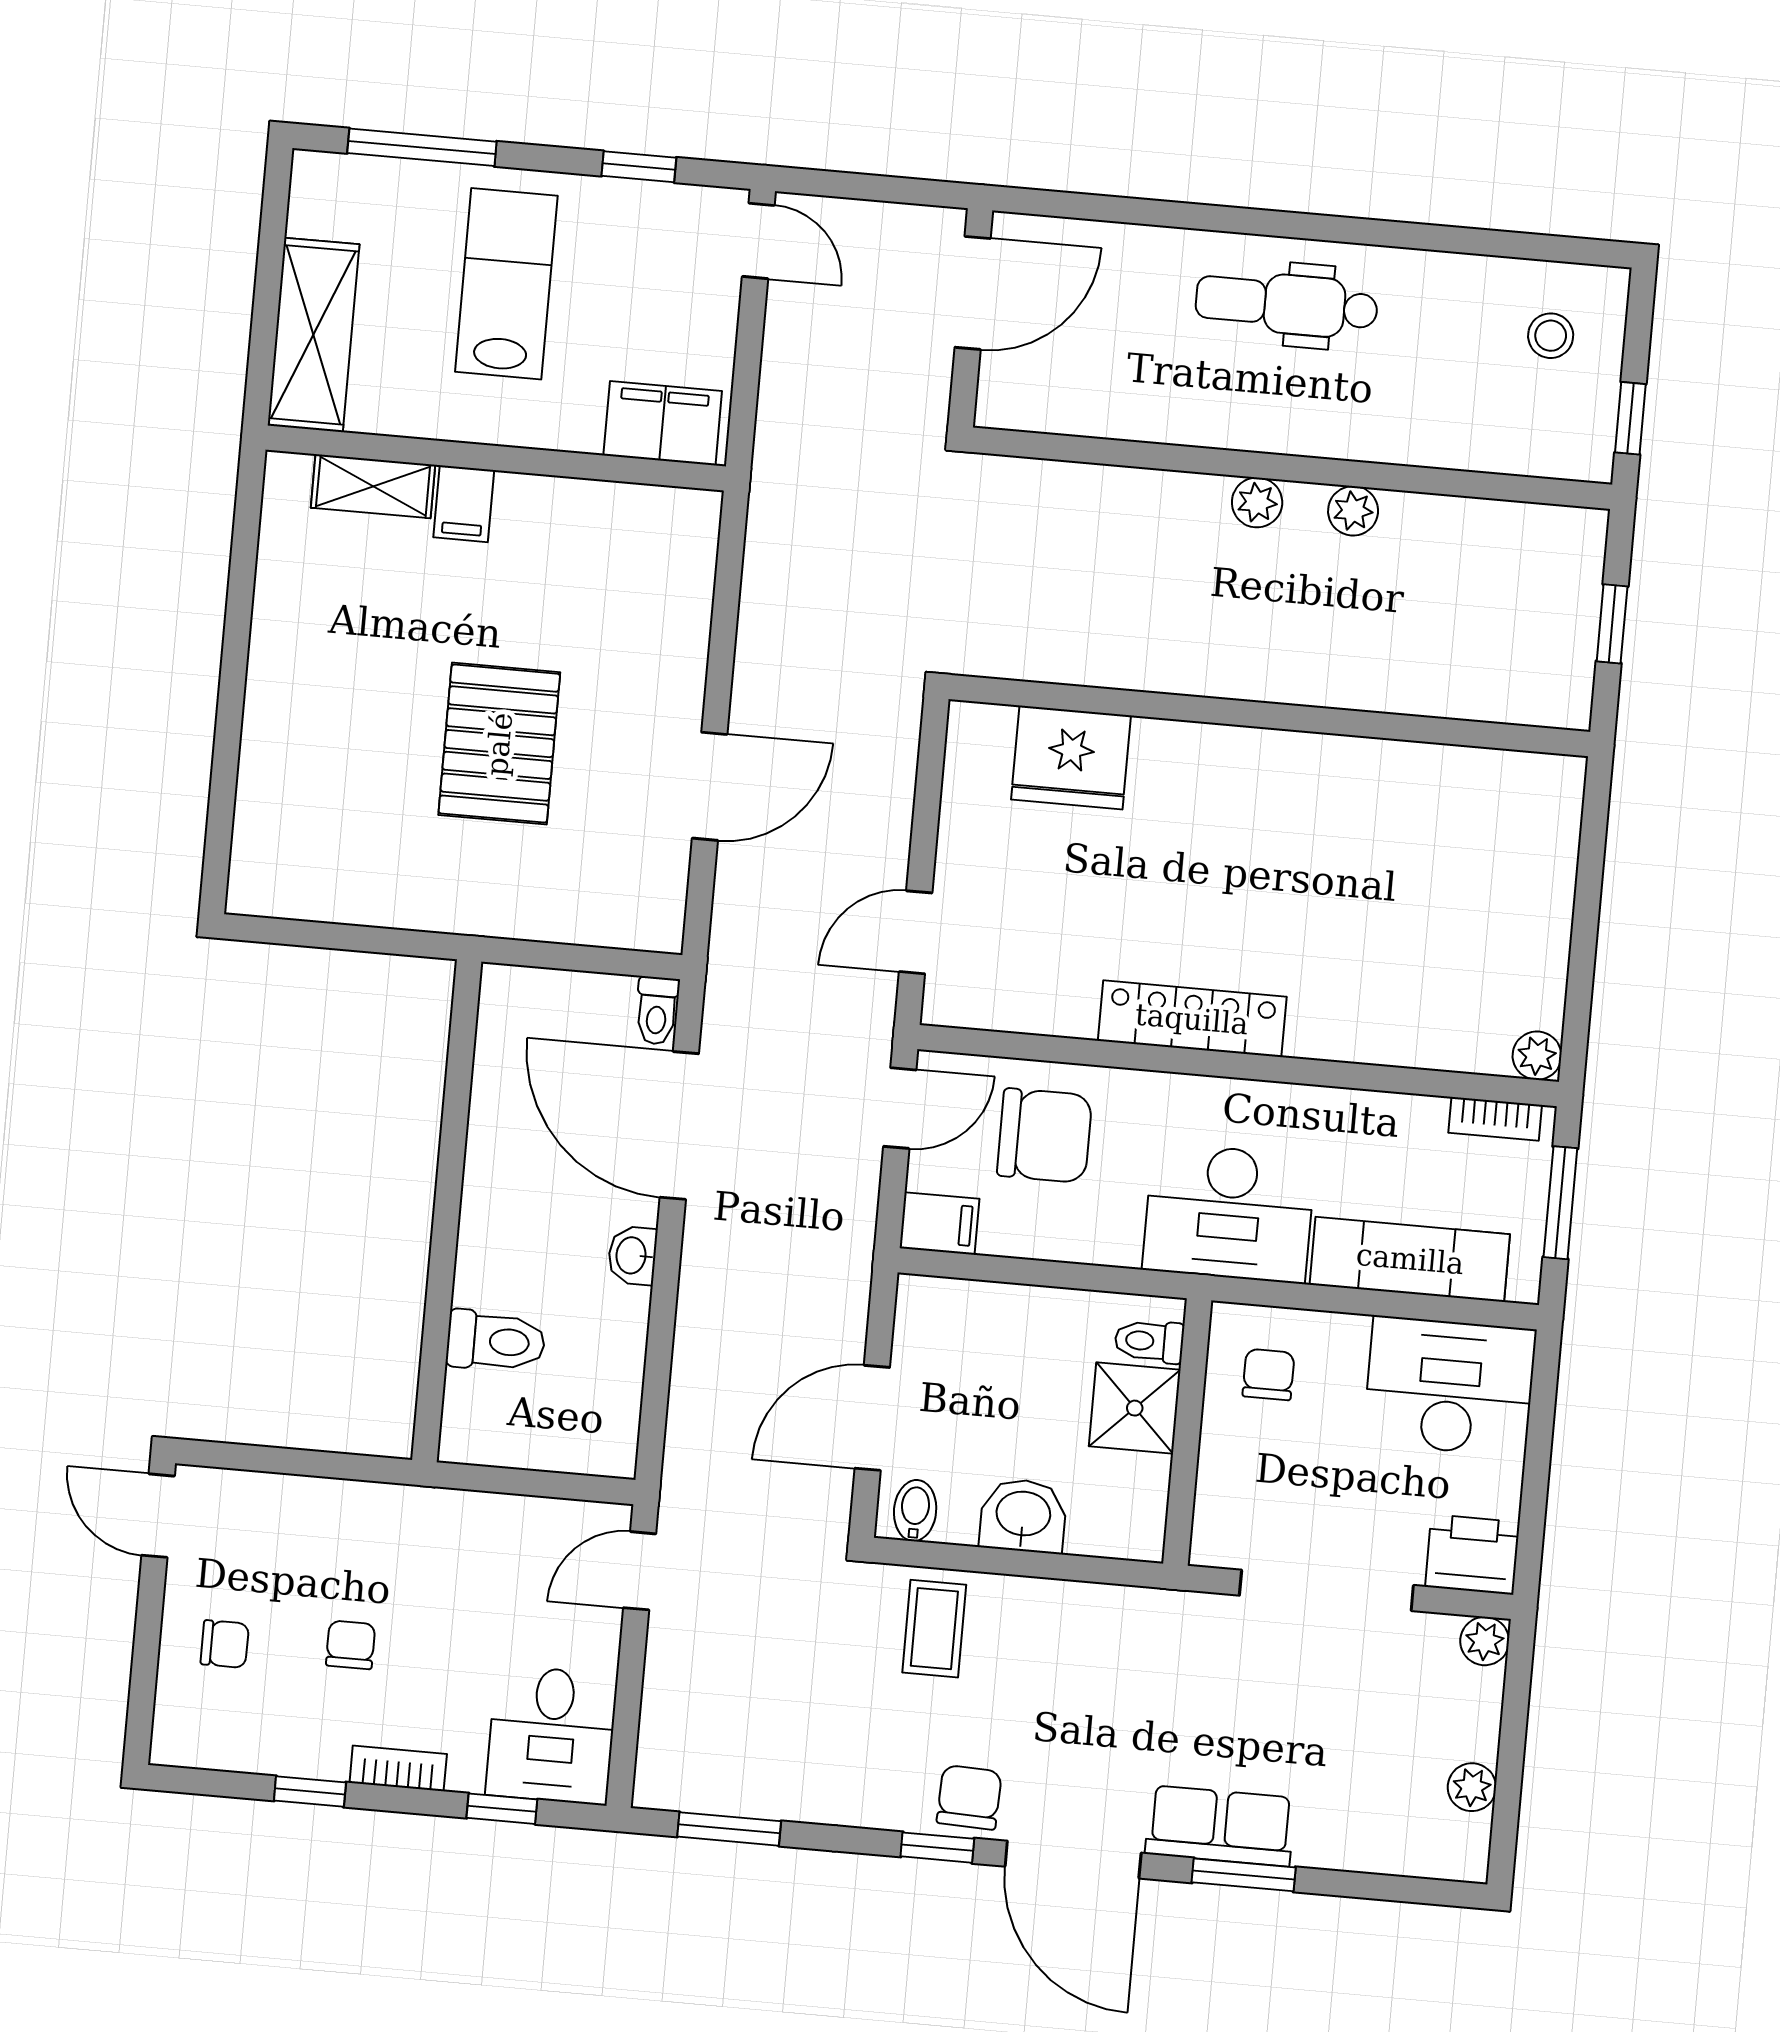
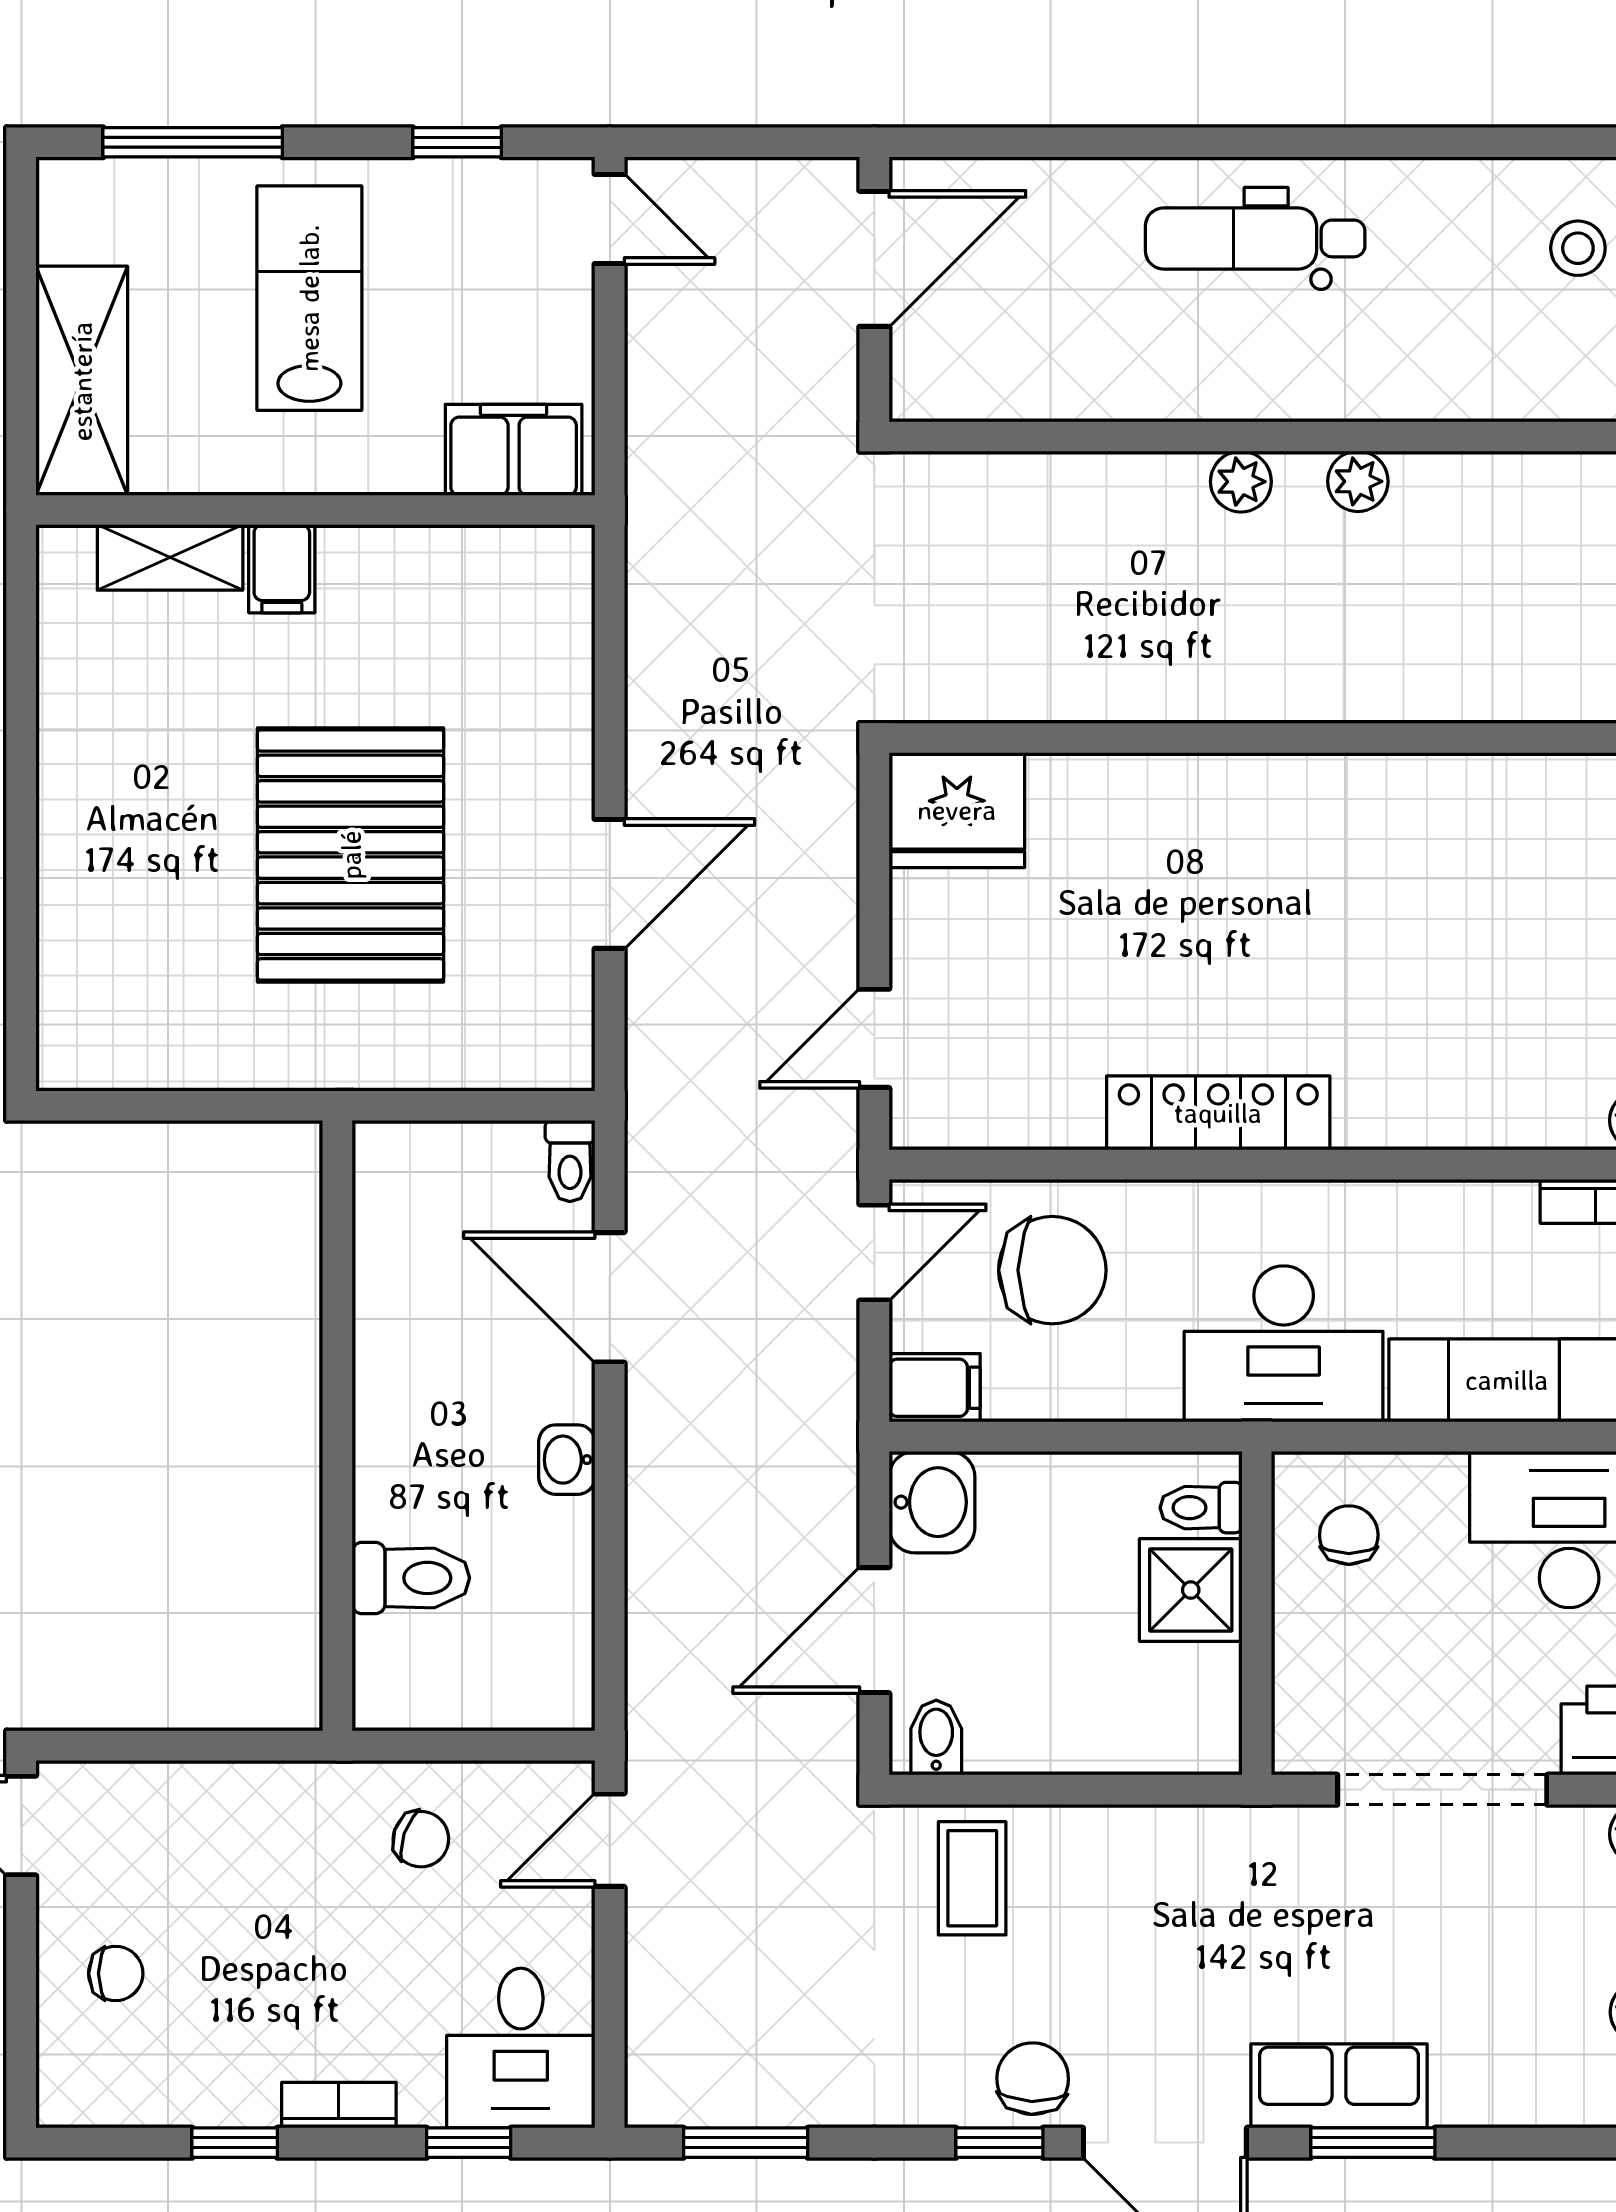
pallet: (499, 744) -> (351, 855), width x1.37, depth x1.41
fridge: (1071, 758) -> (957, 810), moved
door: (679, 1125) -> (610, 1297), width x0.73
washbasin: (1023, 1516) -> (932, 1502), moved, turned 90
chair: (351, 1645) -> (421, 1839), moved, turned 109

